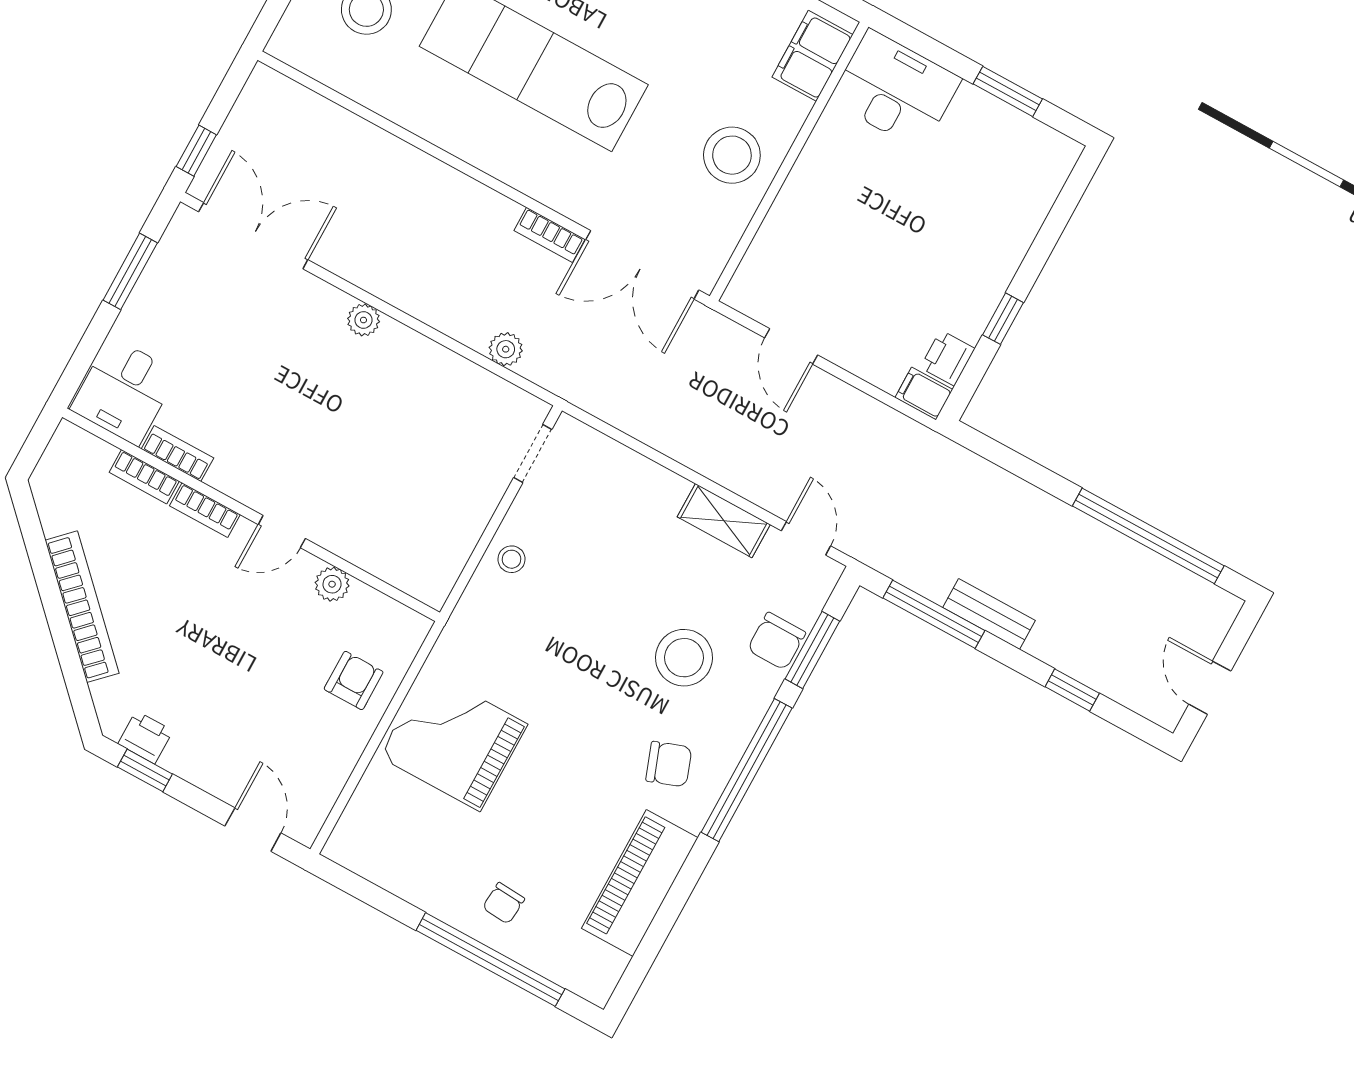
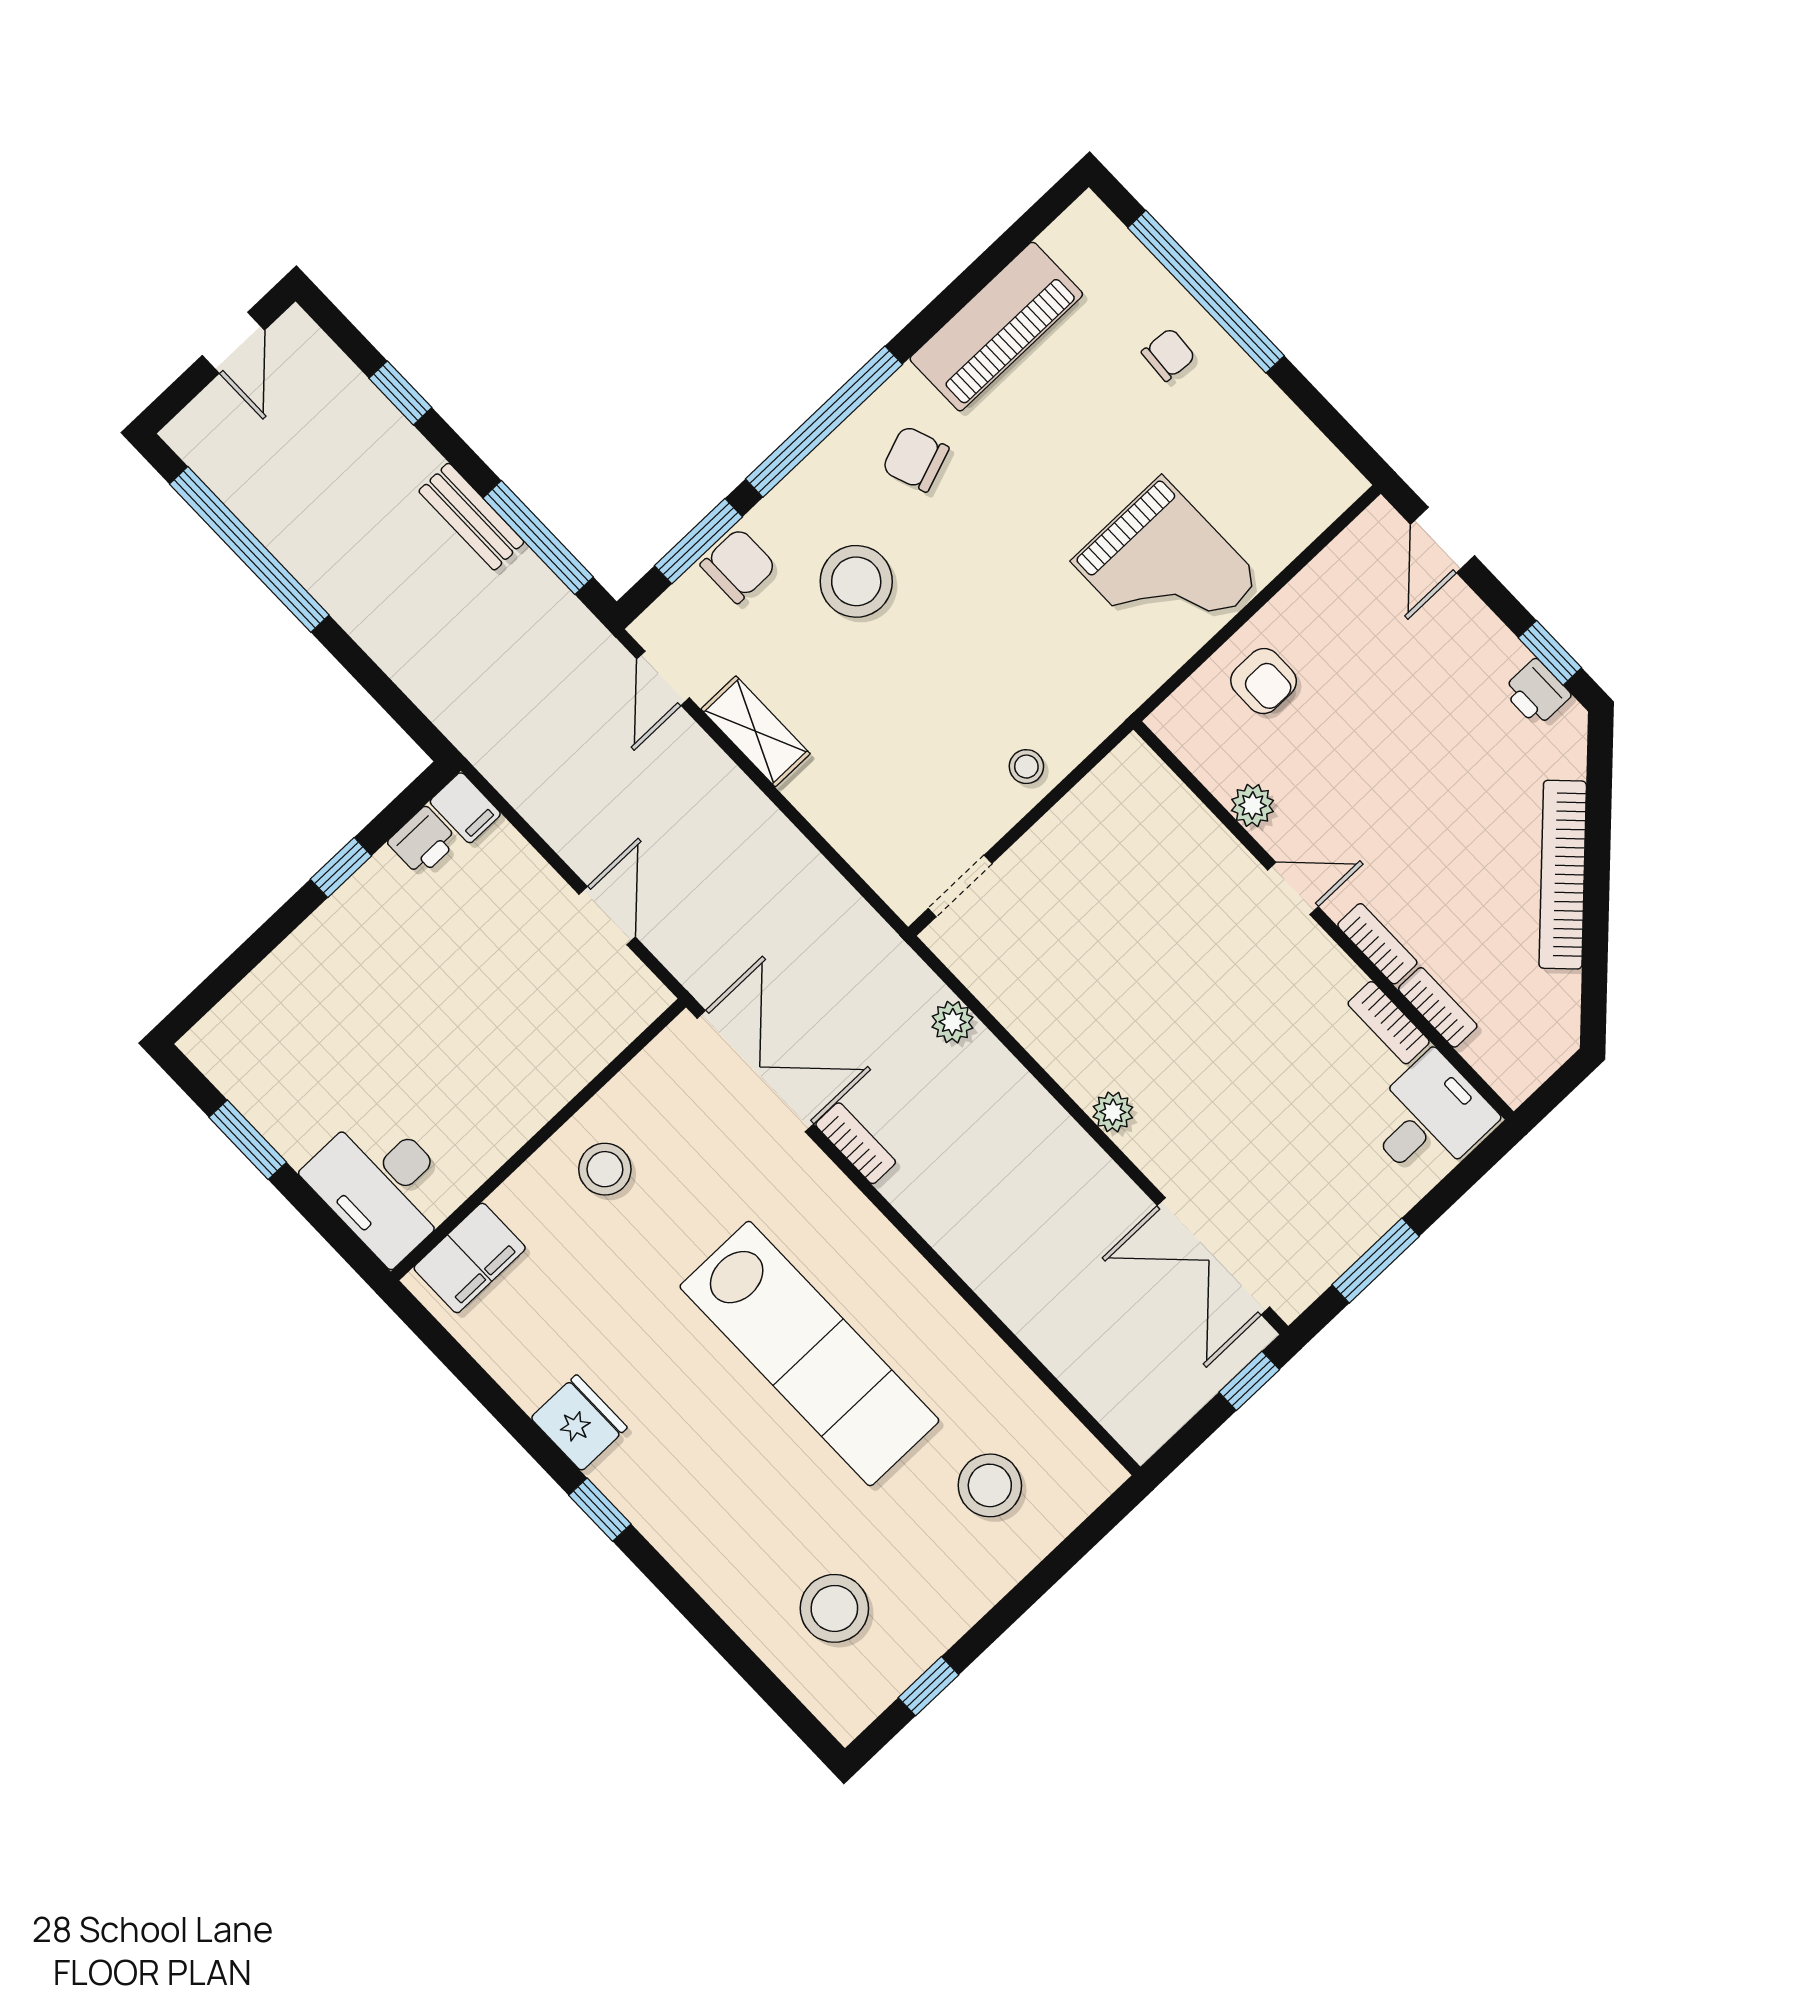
stool: (732, 155) -> (605, 1169), width x0.73, depth x0.73
armchair: (354, 680) -> (1264, 681), turned -90

